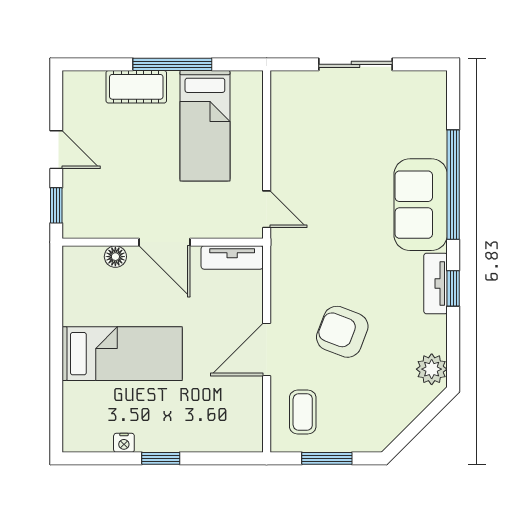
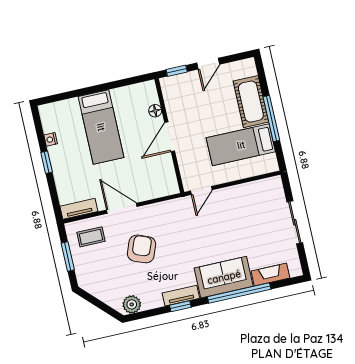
cot: (136, 87) -> (251, 102), width x1.37, depth x1.34
fireplace: (434, 125) -> (270, 274), added
tv unit: (232, 257) -> (79, 209), moved, turned 90

